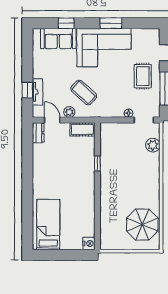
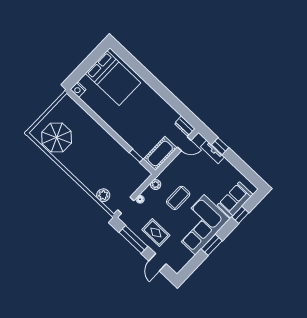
coffee table: (84, 93) -> (178, 198), moved, turned -42
plant: (69, 112) -> (156, 185), moved
cot: (82, 129) -> (160, 153), width x1.37, depth x1.34
window: (97, 164) -> (136, 156), moved
bed: (48, 225) -> (113, 78), width x1.50

